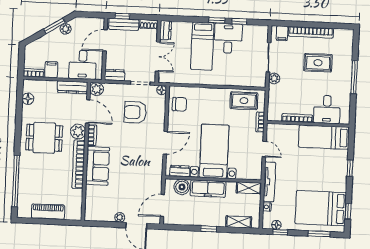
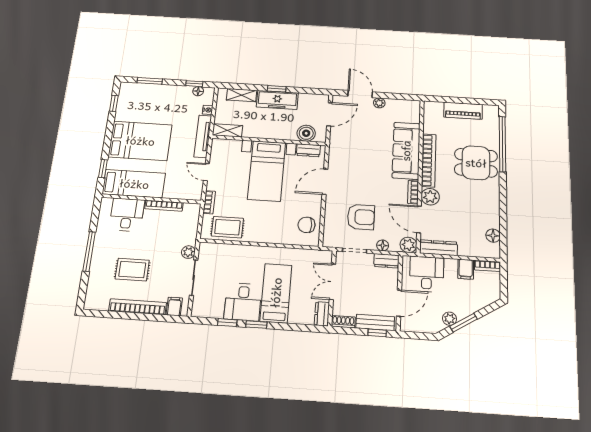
floor lamp: (162, 90) -> (383, 245), moved
dining table: (44, 138) -> (476, 163), moved
sofa: (98, 166) -> (406, 151), width x1.36
window: (350, 168) -> (103, 169), moved
freezer: (208, 189) -> (277, 100), moved, turned 180
bed: (321, 208) -> (140, 141), moved

